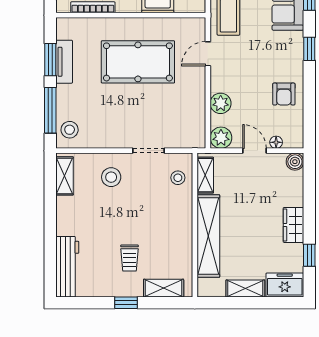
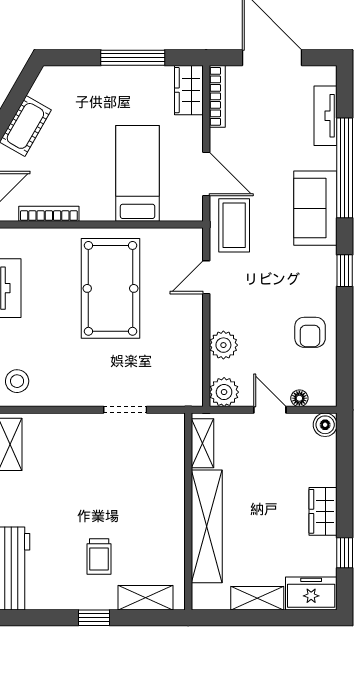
pool table: (138, 62) -> (110, 288), turned 90
stool: (111, 177) -> (74, 446), removed
stool: (178, 178) -> (165, 447), removed

